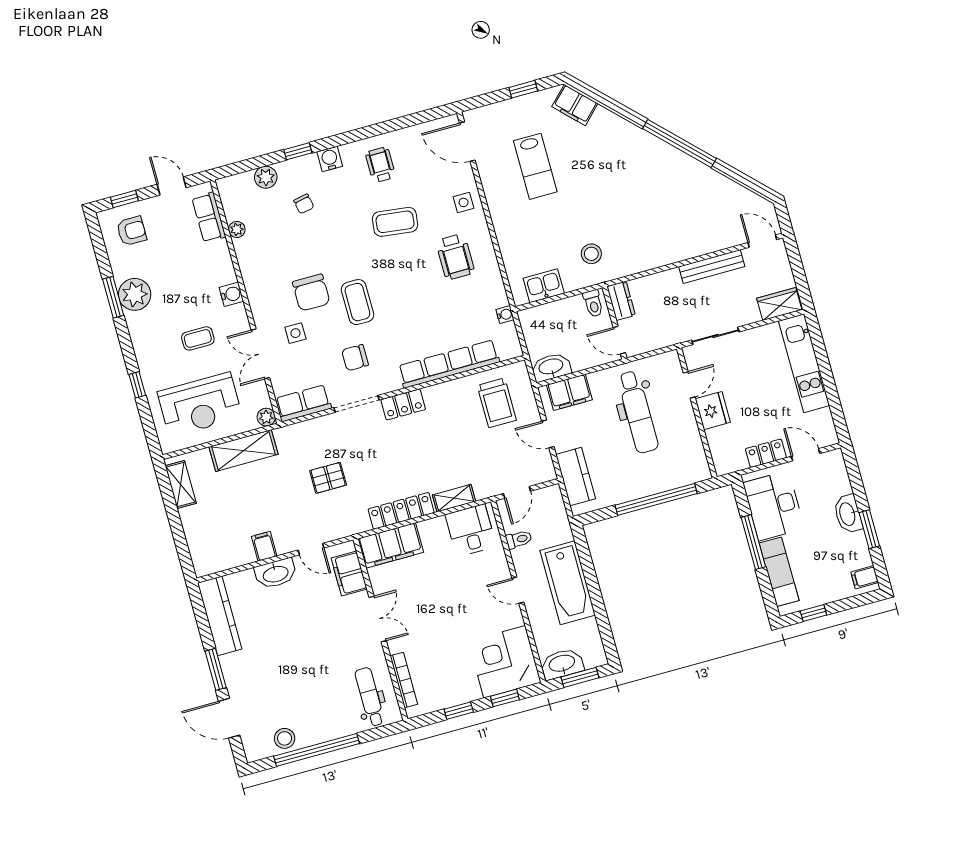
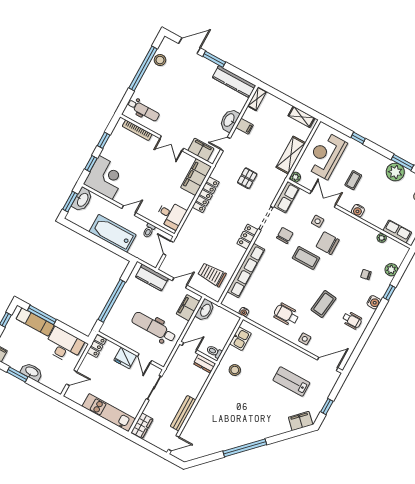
locker: (766, 453) -> (97, 346), moved
shelving: (454, 498) -> (257, 99), moved
window: (753, 542) -> (42, 315), moved

